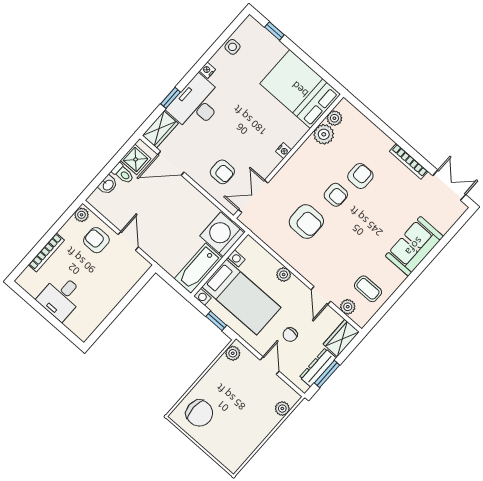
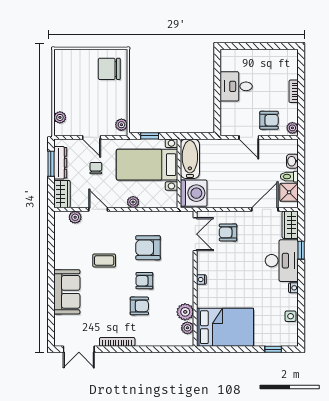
armchair: (360, 176) -> (139, 306), turned -90
bookcase: (46, 252) -> (294, 91), width x0.64
coffee table: (368, 289) -> (104, 260), moved
desk: (61, 297) -> (236, 86), moved, turned -90

